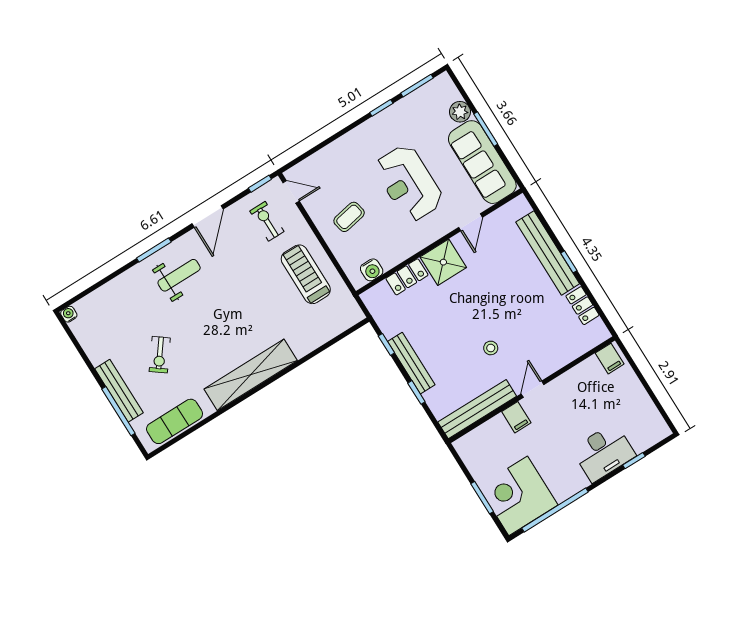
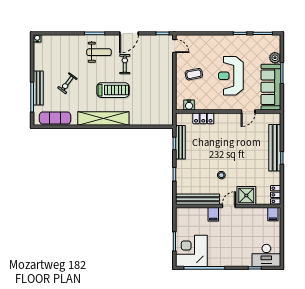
exercise bike: (267, 221) -> (125, 64), moved
shower: (443, 262) -> (246, 196), moved
treadmill: (306, 274) -> (113, 90), moved, turned 90
locker: (582, 306) -> (276, 195), moved
bench: (411, 363) -> (180, 142), moved
desk: (604, 452) -> (266, 255), moved

